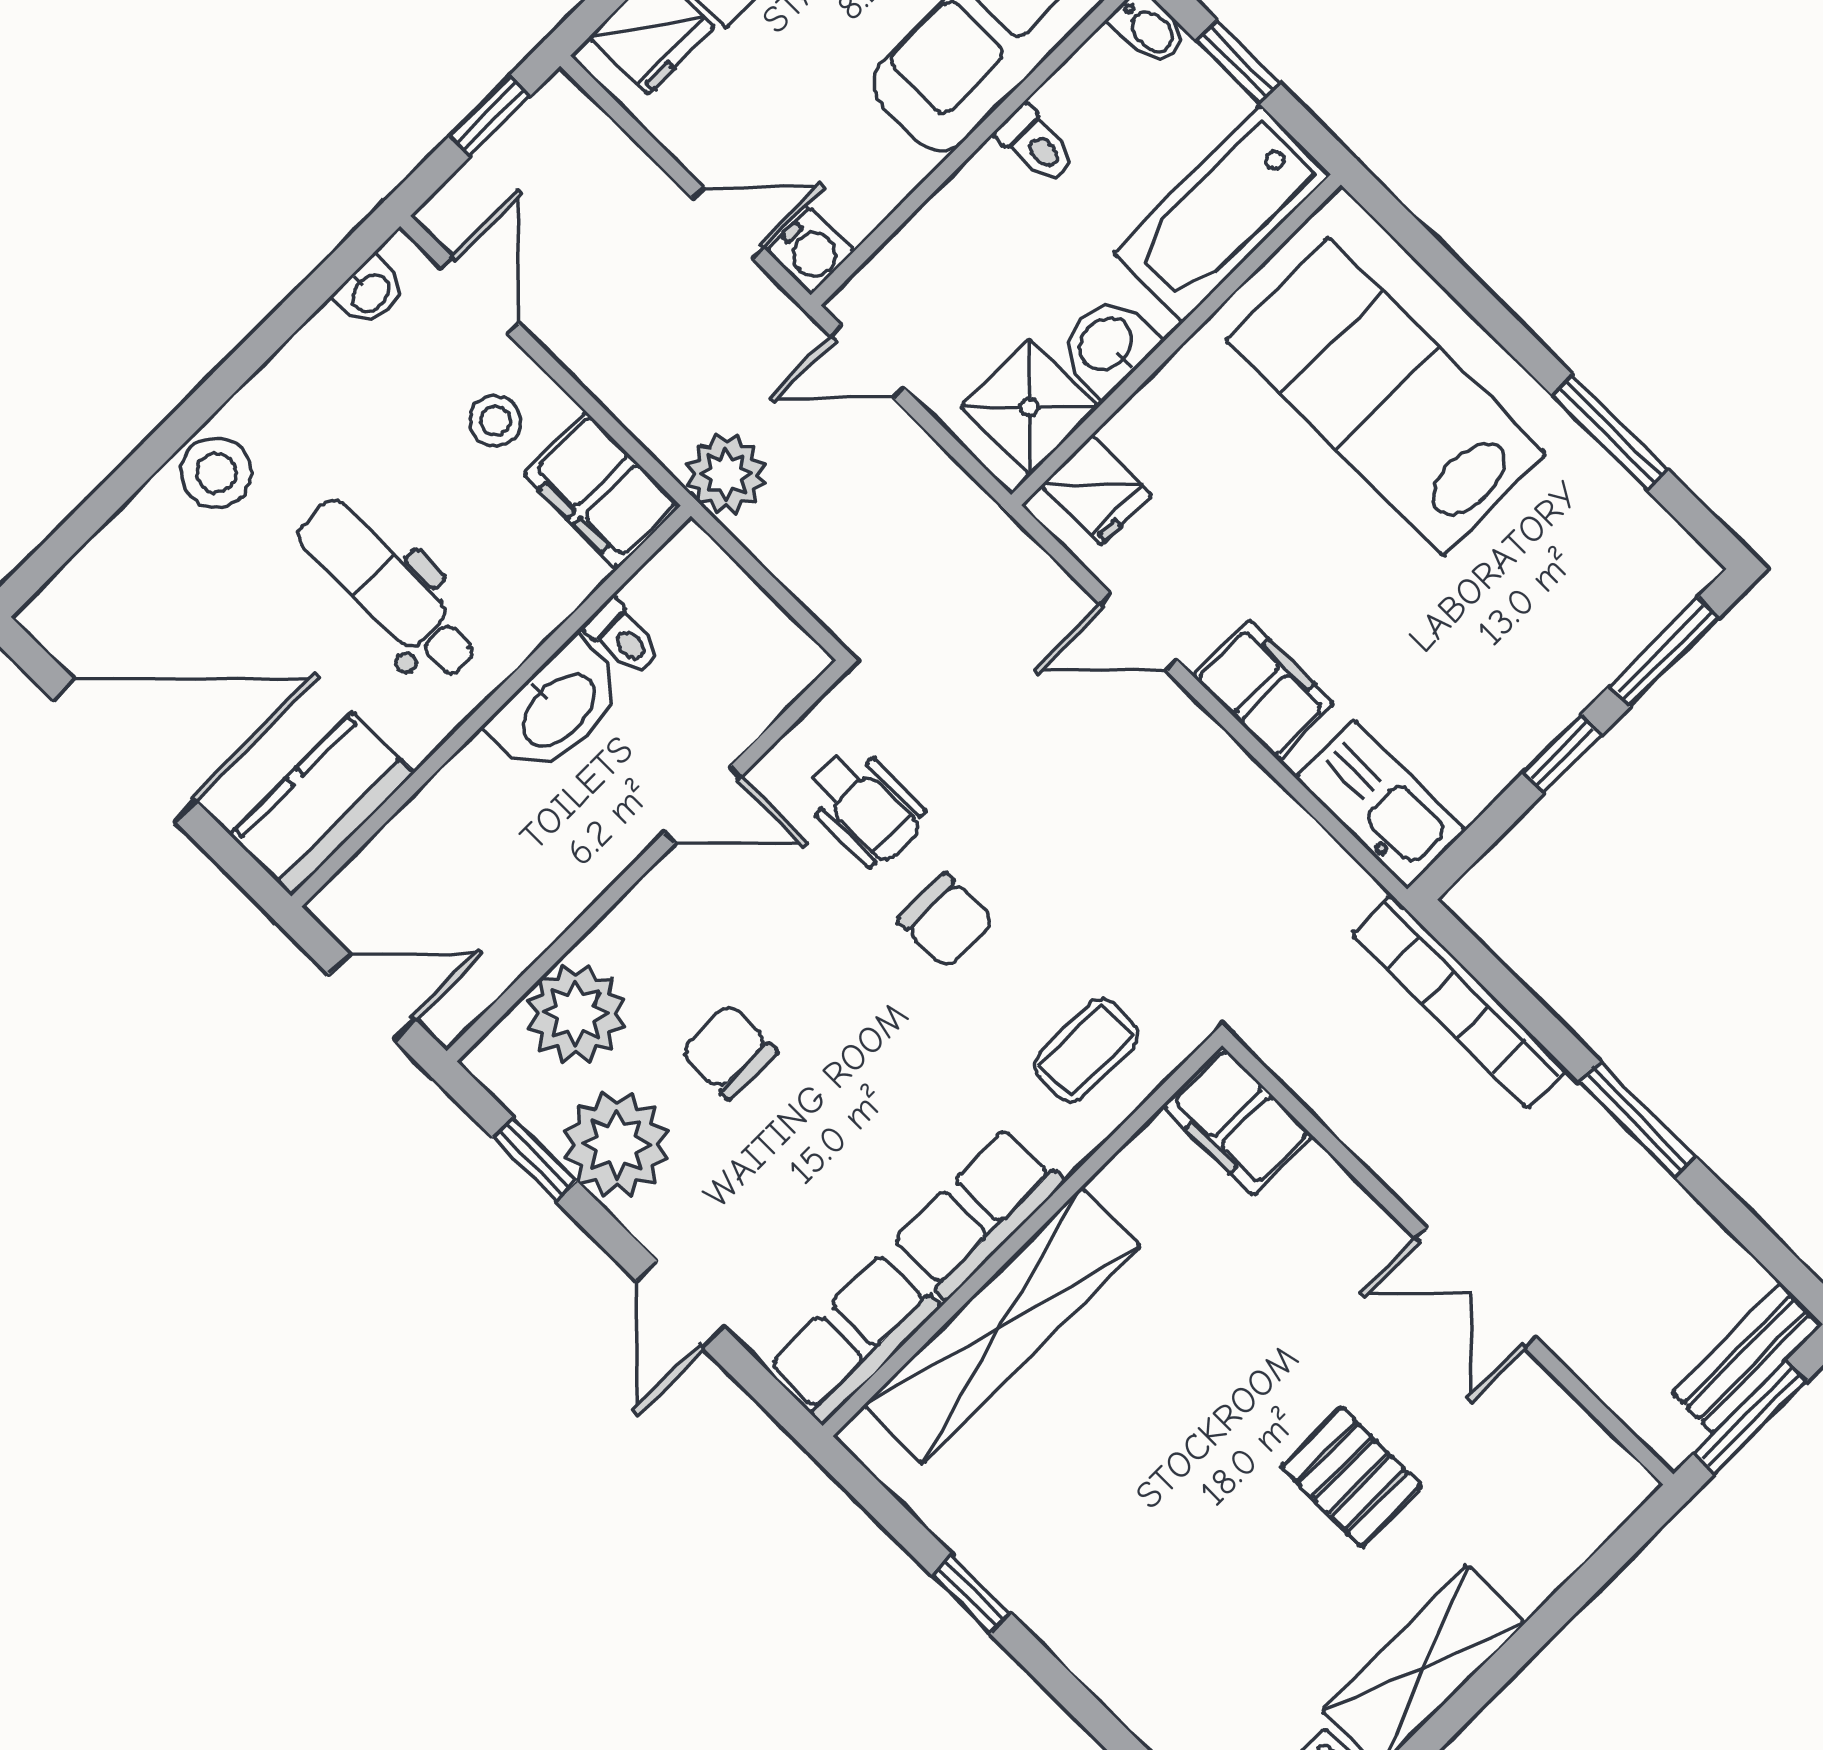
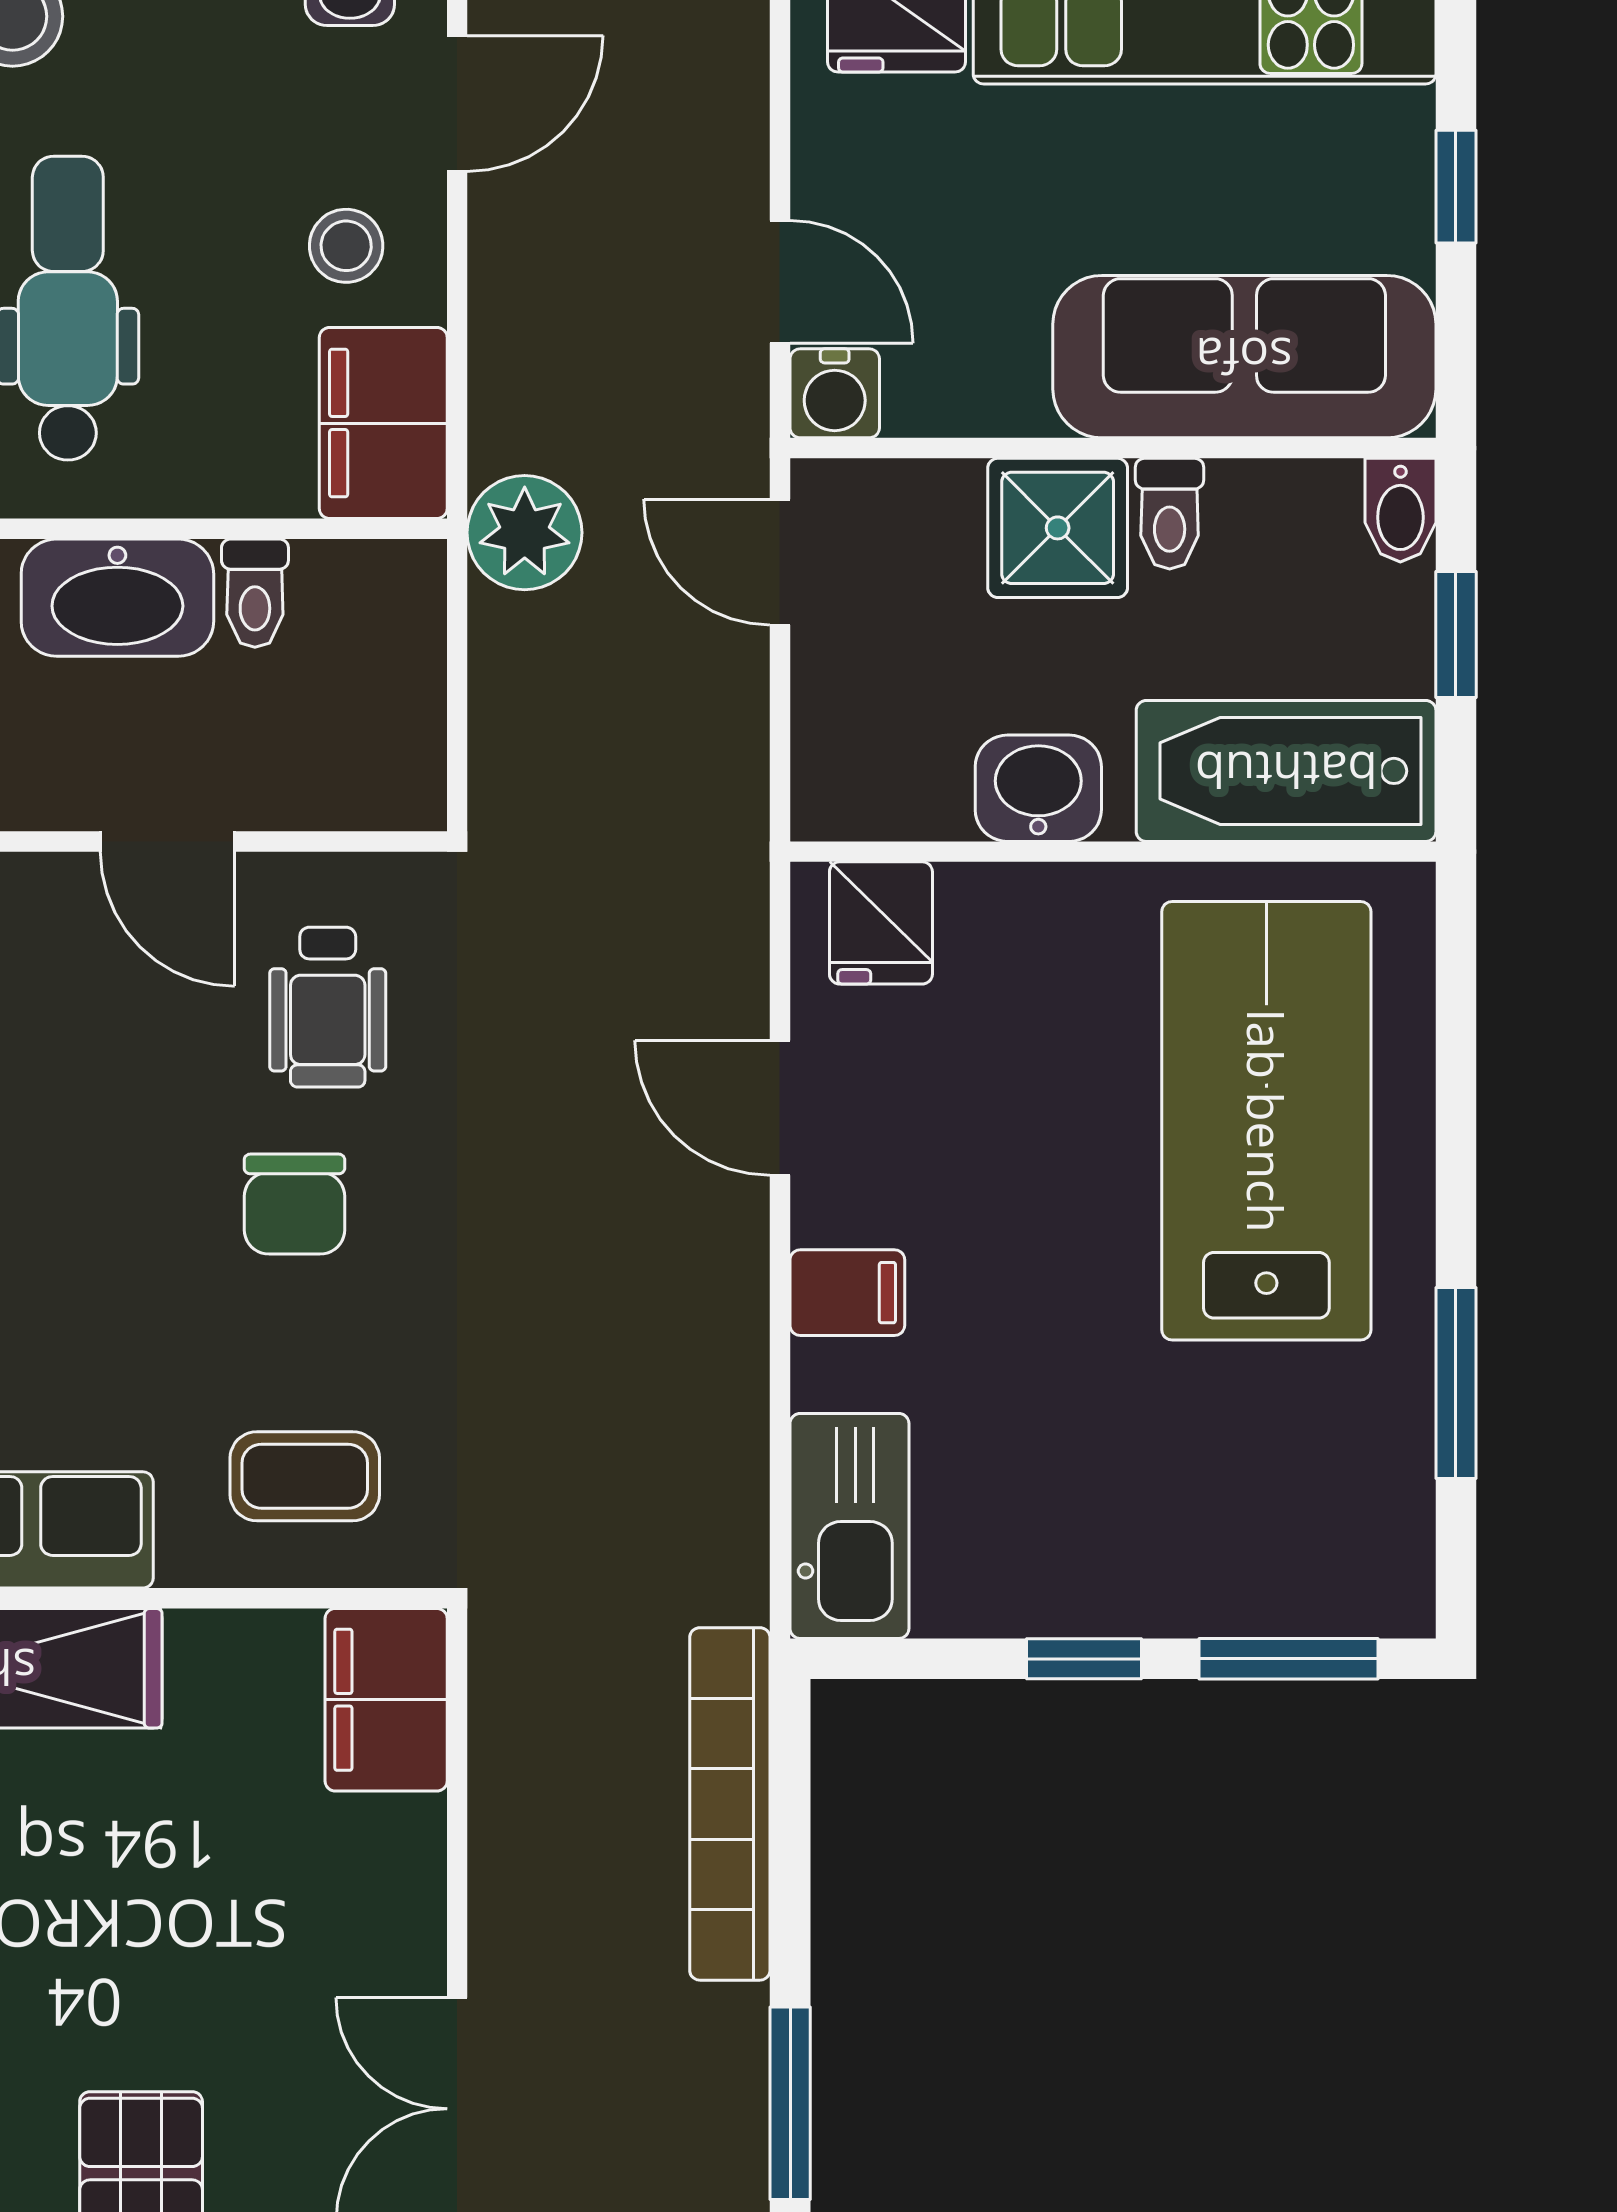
shower: (1030, 407) -> (1058, 528), moved
filing cabinet: (1264, 690) -> (847, 1293), width x0.50

